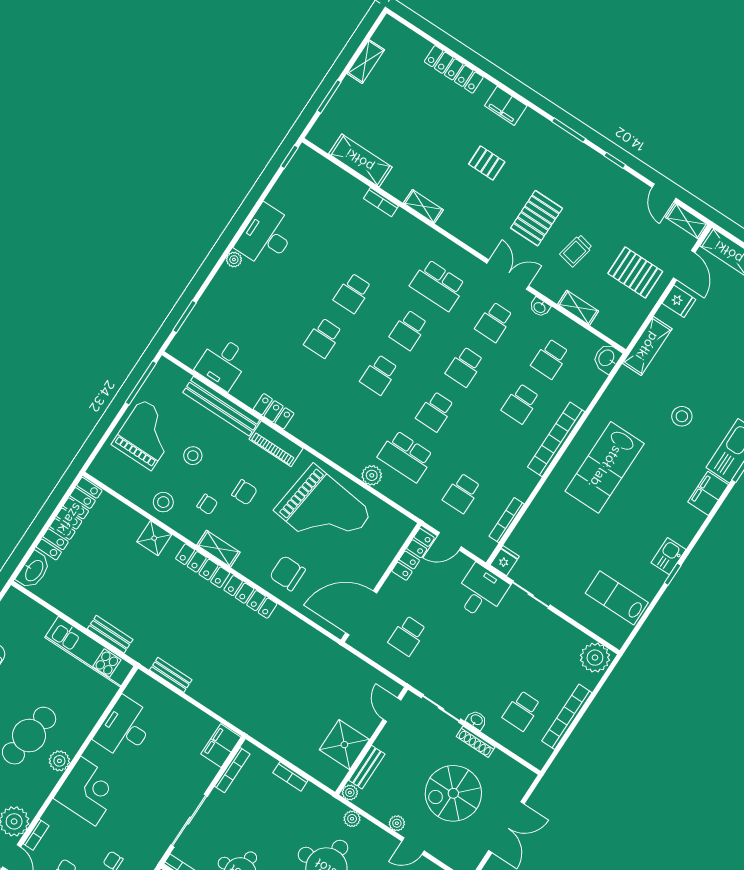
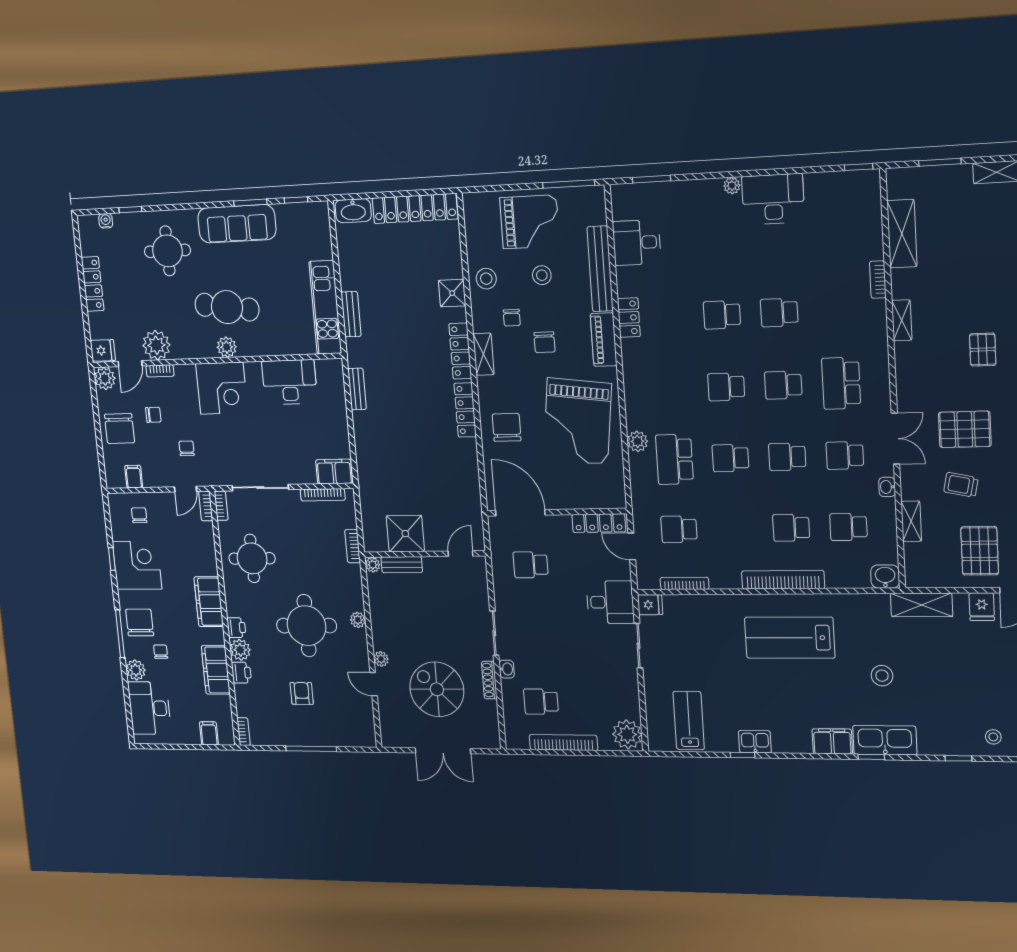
door: (392, 710) -> (461, 554), moved
wall: (372, 741) -> (424, 554), moved
shower: (344, 745) -> (405, 534), moved
bench: (367, 767) -> (402, 565), moved
plant: (350, 792) -> (373, 565), moved

